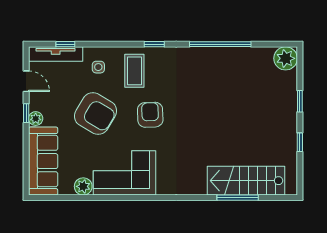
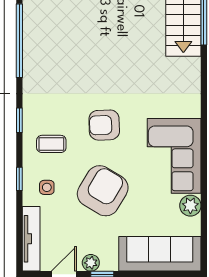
window: (65, 44) -> (19, 179), moved
coffee table: (134, 71) -> (51, 144), width x0.73, depth x0.77
plant: (36, 119) -> (91, 263), moved

